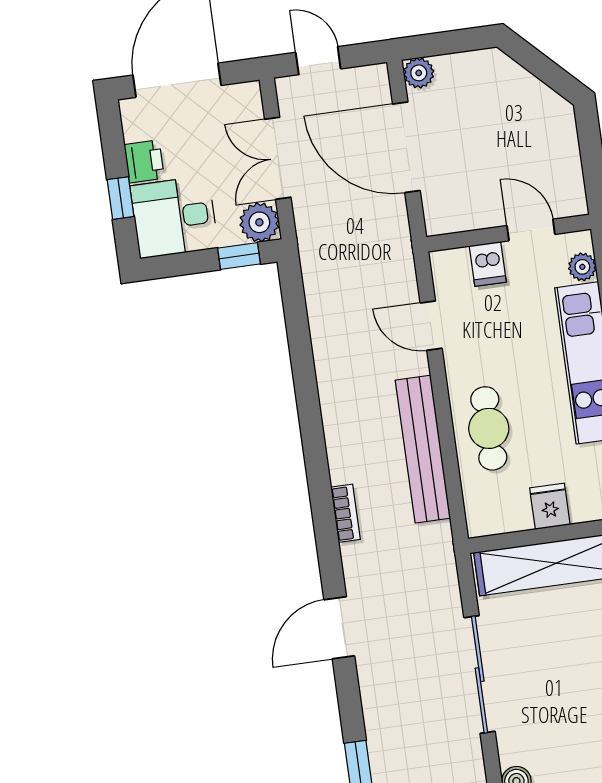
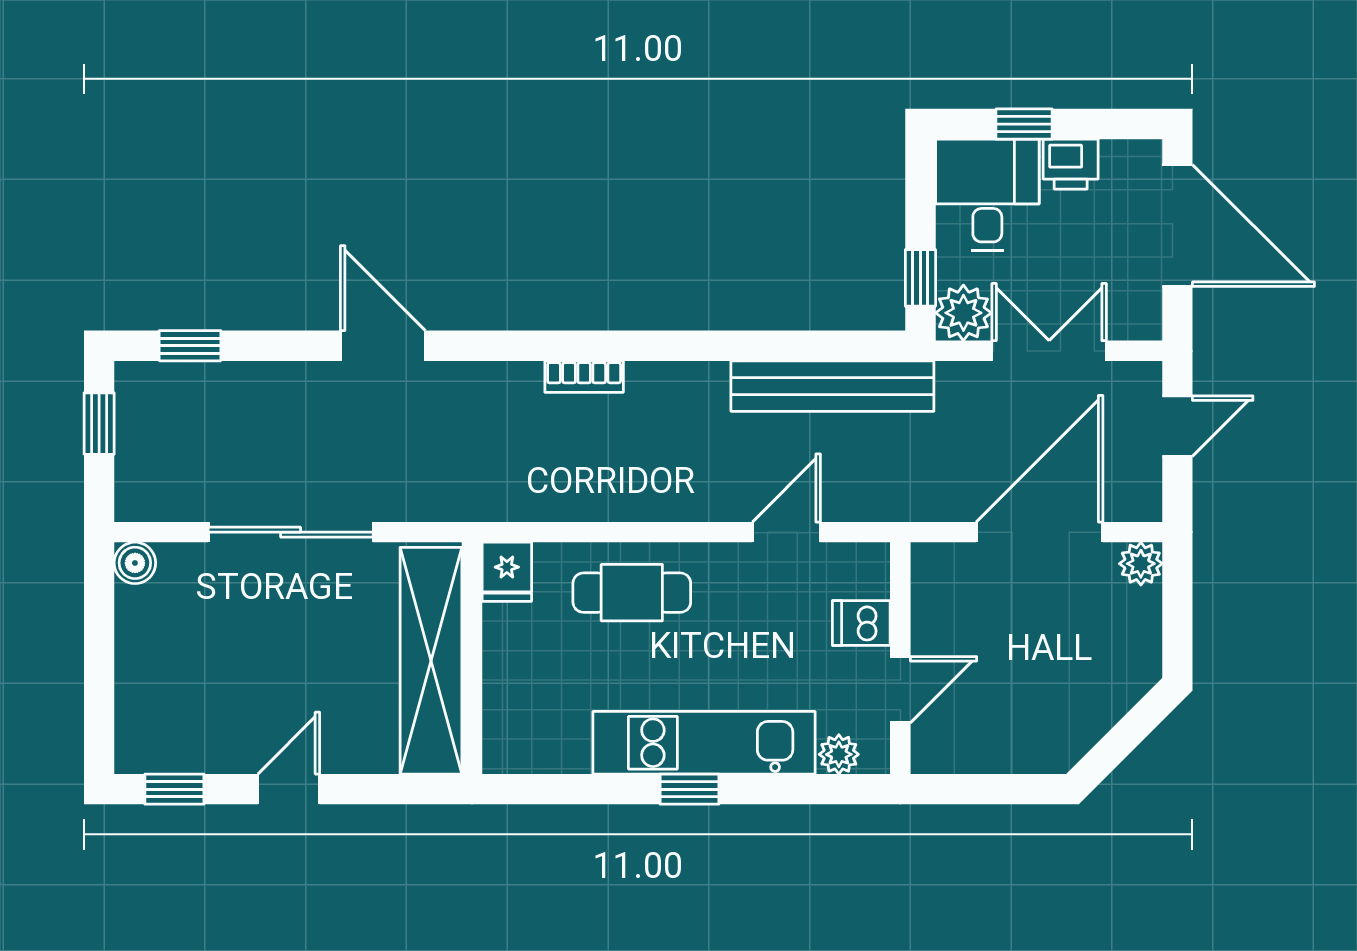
bench: (423, 449) -> (832, 386), moved
fridge: (550, 506) -> (507, 572), moved, turned 90
bookcase: (346, 513) -> (584, 377), moved

